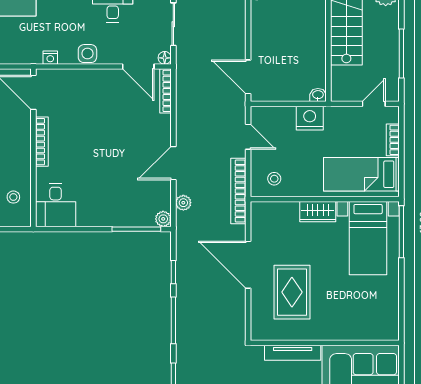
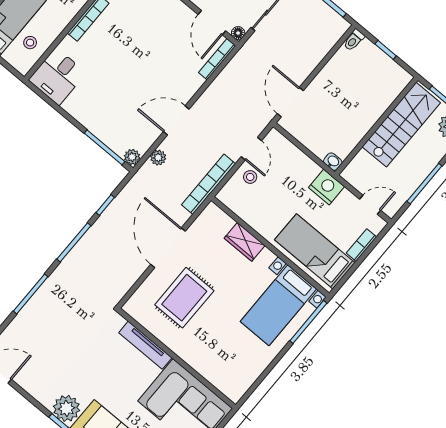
nightstand: (310, 118) -> (327, 187), moved
stool: (274, 179) -> (250, 177), moved
wardrobe: (318, 212) -> (245, 242), moved

